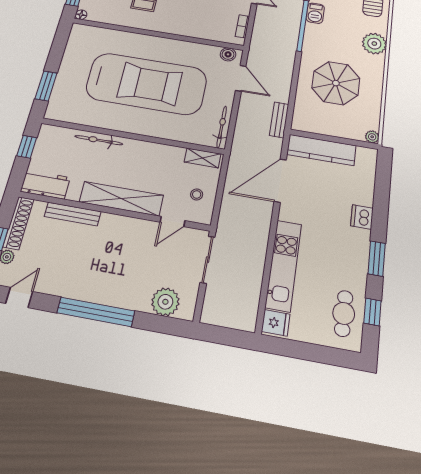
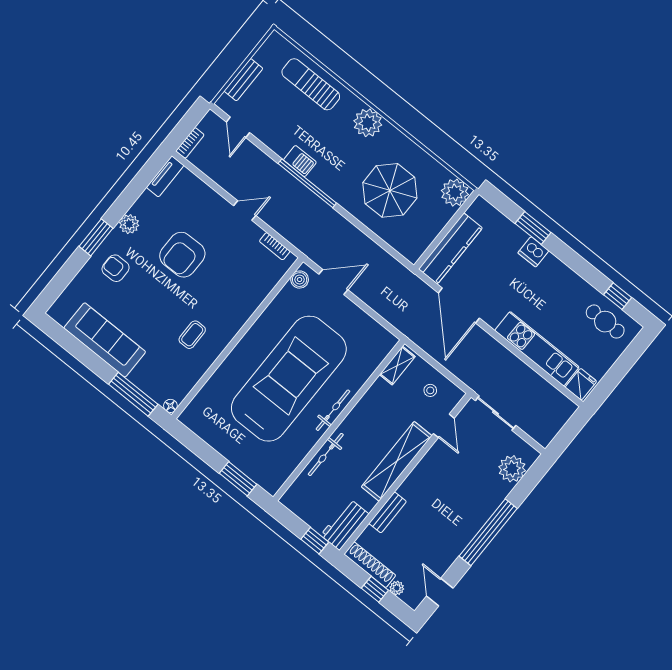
bench: (279, 120) -> (398, 270), removed
bicycle: (222, 127) -> (333, 410), moved, turned 90
plant: (372, 137) -> (455, 193), width x1.88, depth x1.88
window: (27, 147) -> (315, 541), moved
bench: (73, 214) -> (388, 512), width x0.73
window: (377, 259) -> (533, 228), moved

